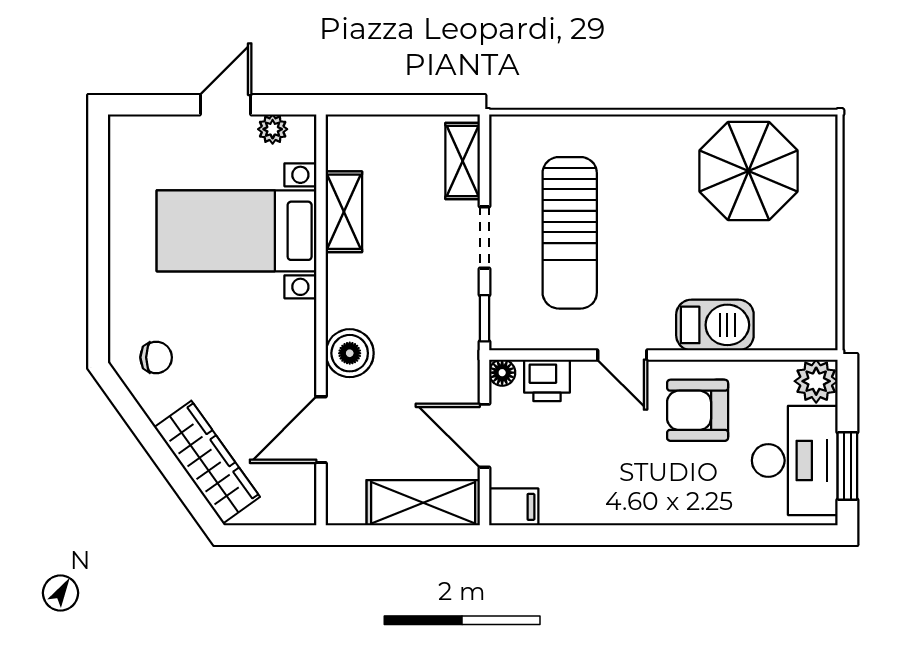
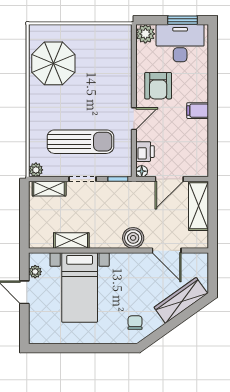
plant: (505, 131) -> (36, 170), added
barbecue: (715, 325) -> (121, 78), removed
filing cabinet: (514, 507) -> (198, 111), moved, turned -90

